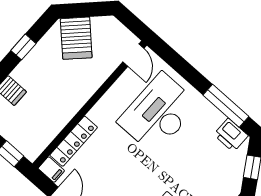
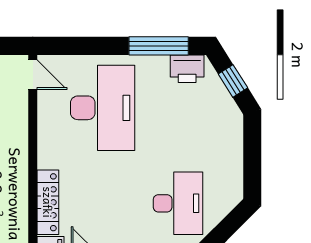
desk: (158, 113) -> (103, 108), turned 180

